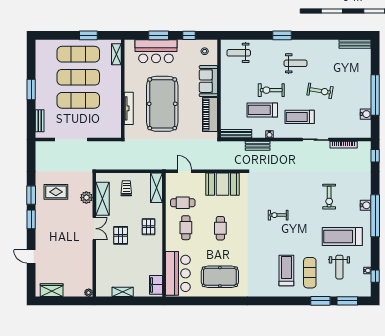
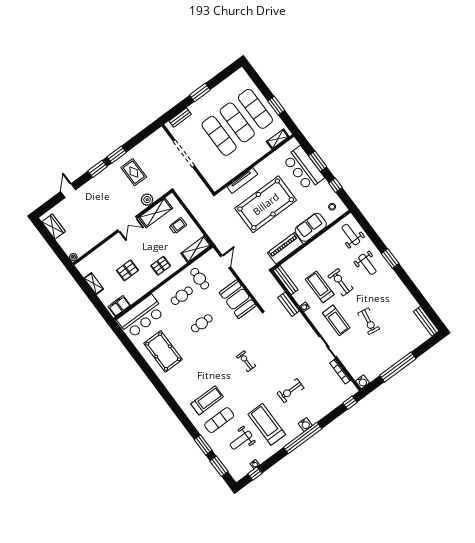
weight bench: (296, 63) -> (367, 264), moved
water cooler: (366, 114) -> (362, 382), moved
treadmill: (300, 117) -> (336, 320), turned 180
pallet: (121, 235) -> (127, 270), moved

